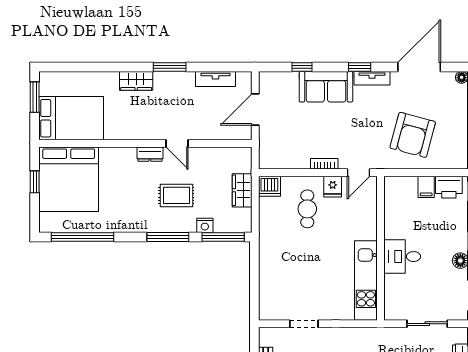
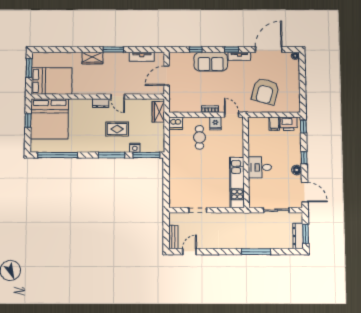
door: (359, 173) -> (232, 115), swing flipped
wardrobe: (242, 190) -> (158, 112), moved

